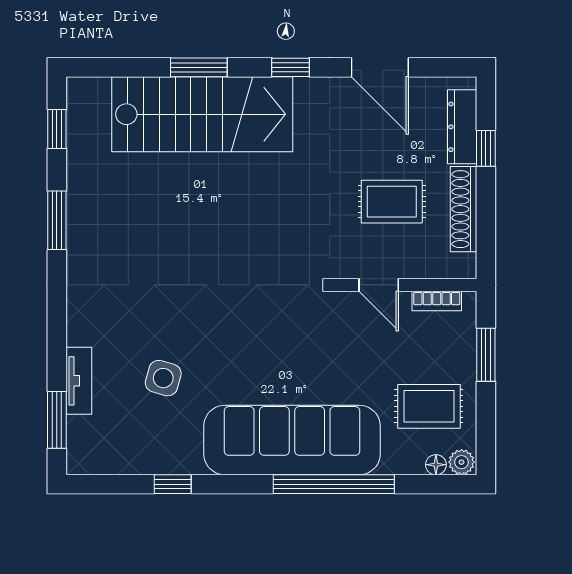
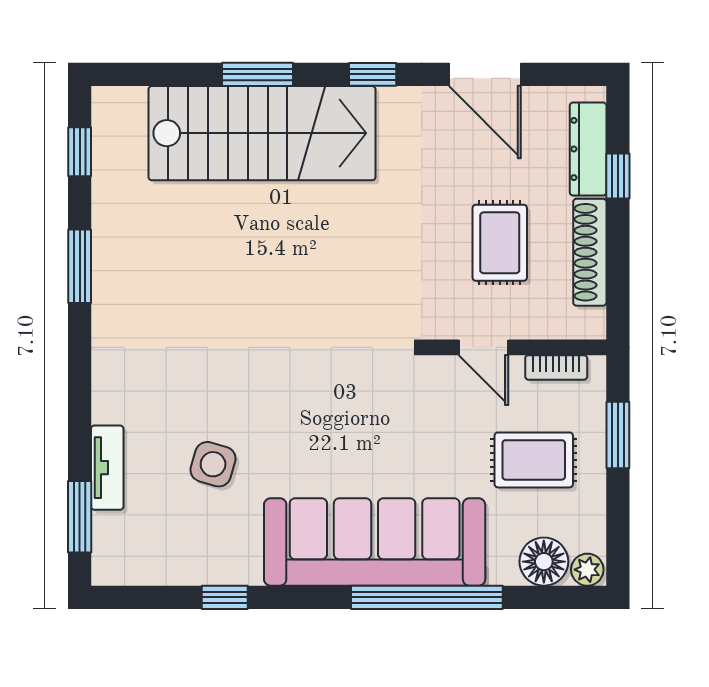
rug: (392, 202) -> (500, 243), turned 90
rug: (429, 406) -> (534, 460), moved
floor lamp: (436, 465) -> (544, 562), width x1.89, depth x1.89

